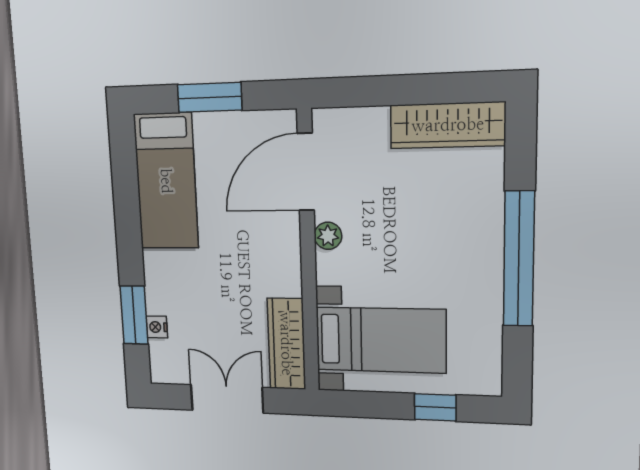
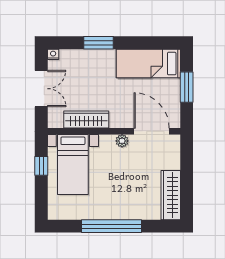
window: (134, 315) -> (99, 43), moved
nightstand: (157, 327) -> (53, 54), moved
wardrobe: (286, 344) -> (86, 120), moved
window: (435, 407) -> (41, 166), moved

